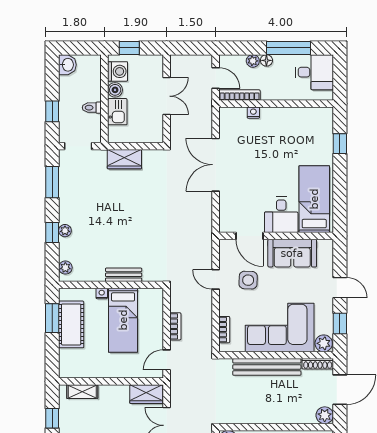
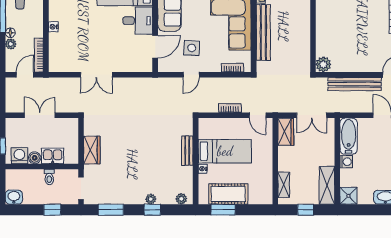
nightstand: (253, 113) -> (53, 27), moved
double door: (216, 165) -> (96, 75), width x0.73

